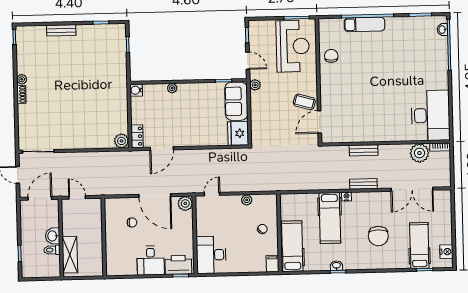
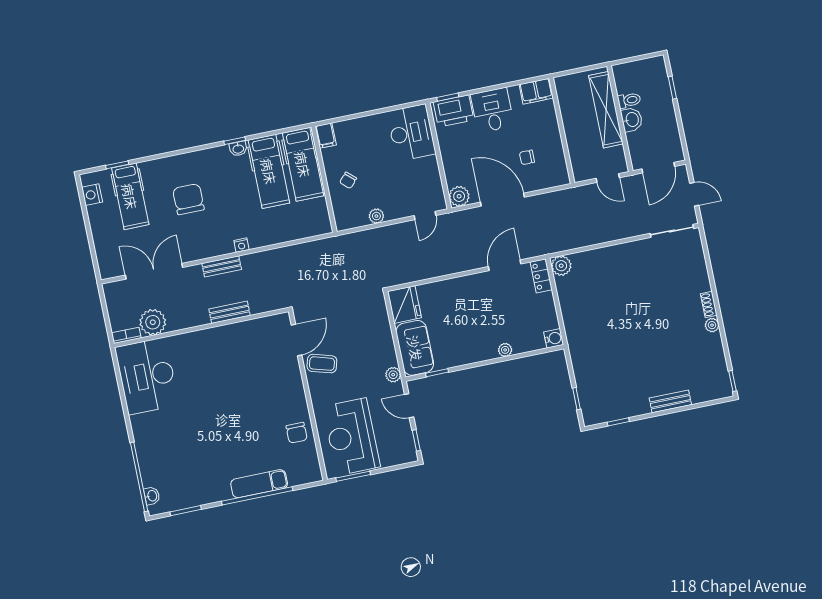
hospital bed: (330, 218) -> (269, 171), moved, turned 180
shelving: (70, 255) -> (606, 110), width x1.47
filing cabinet: (117, 268) -> (536, 91), added

